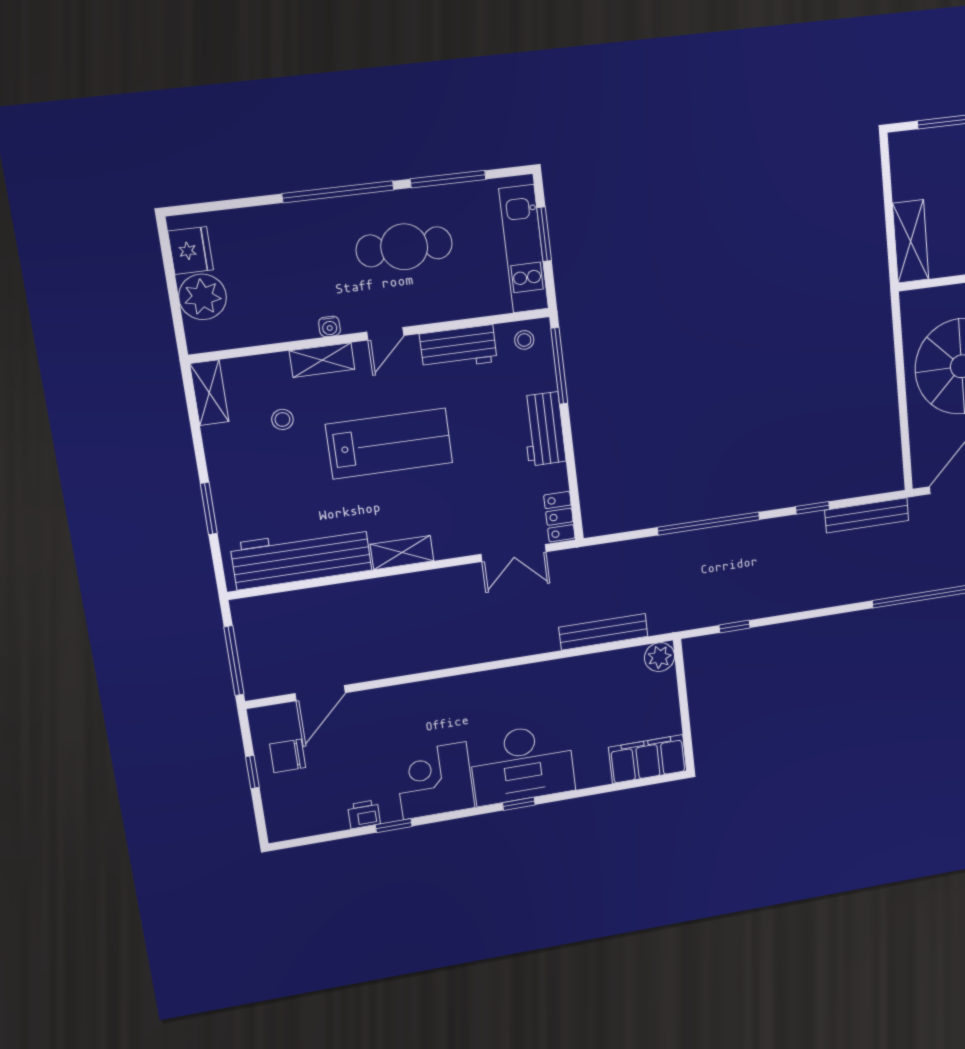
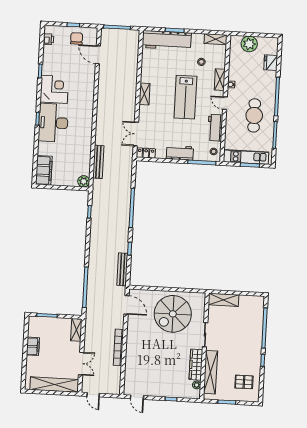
fridge: (191, 251) -> (271, 63), moved, turned 90
workbench: (301, 557) -> (167, 40), moved, turned 90
printer: (364, 814) -> (48, 39), moved

